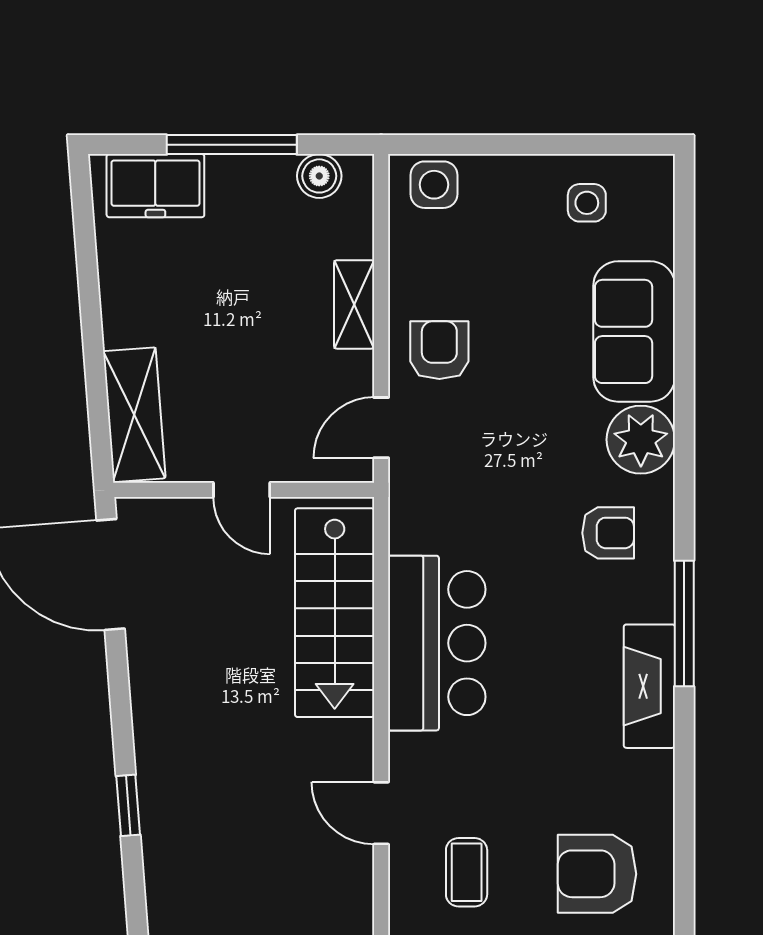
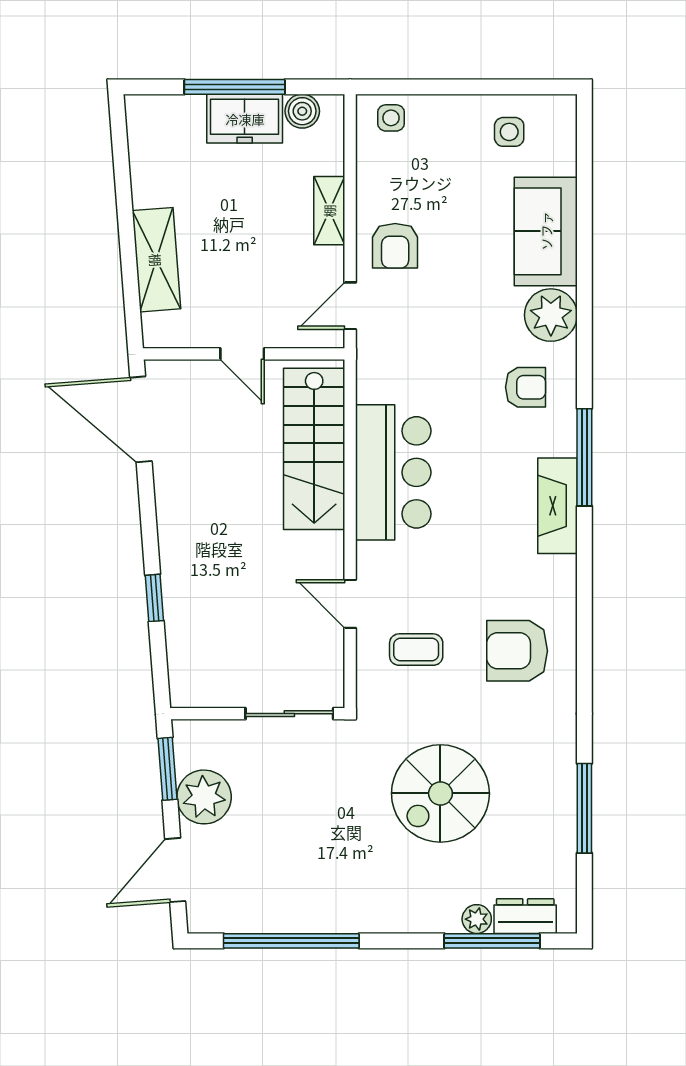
side table: (434, 185) -> (391, 118), width x0.73, depth x0.73
freezer: (155, 186) -> (245, 119), moved
armchair: (439, 350) -> (395, 246), turned 180
shelving: (134, 415) -> (156, 260), moved
coffee table: (467, 872) -> (416, 650), turned 90

